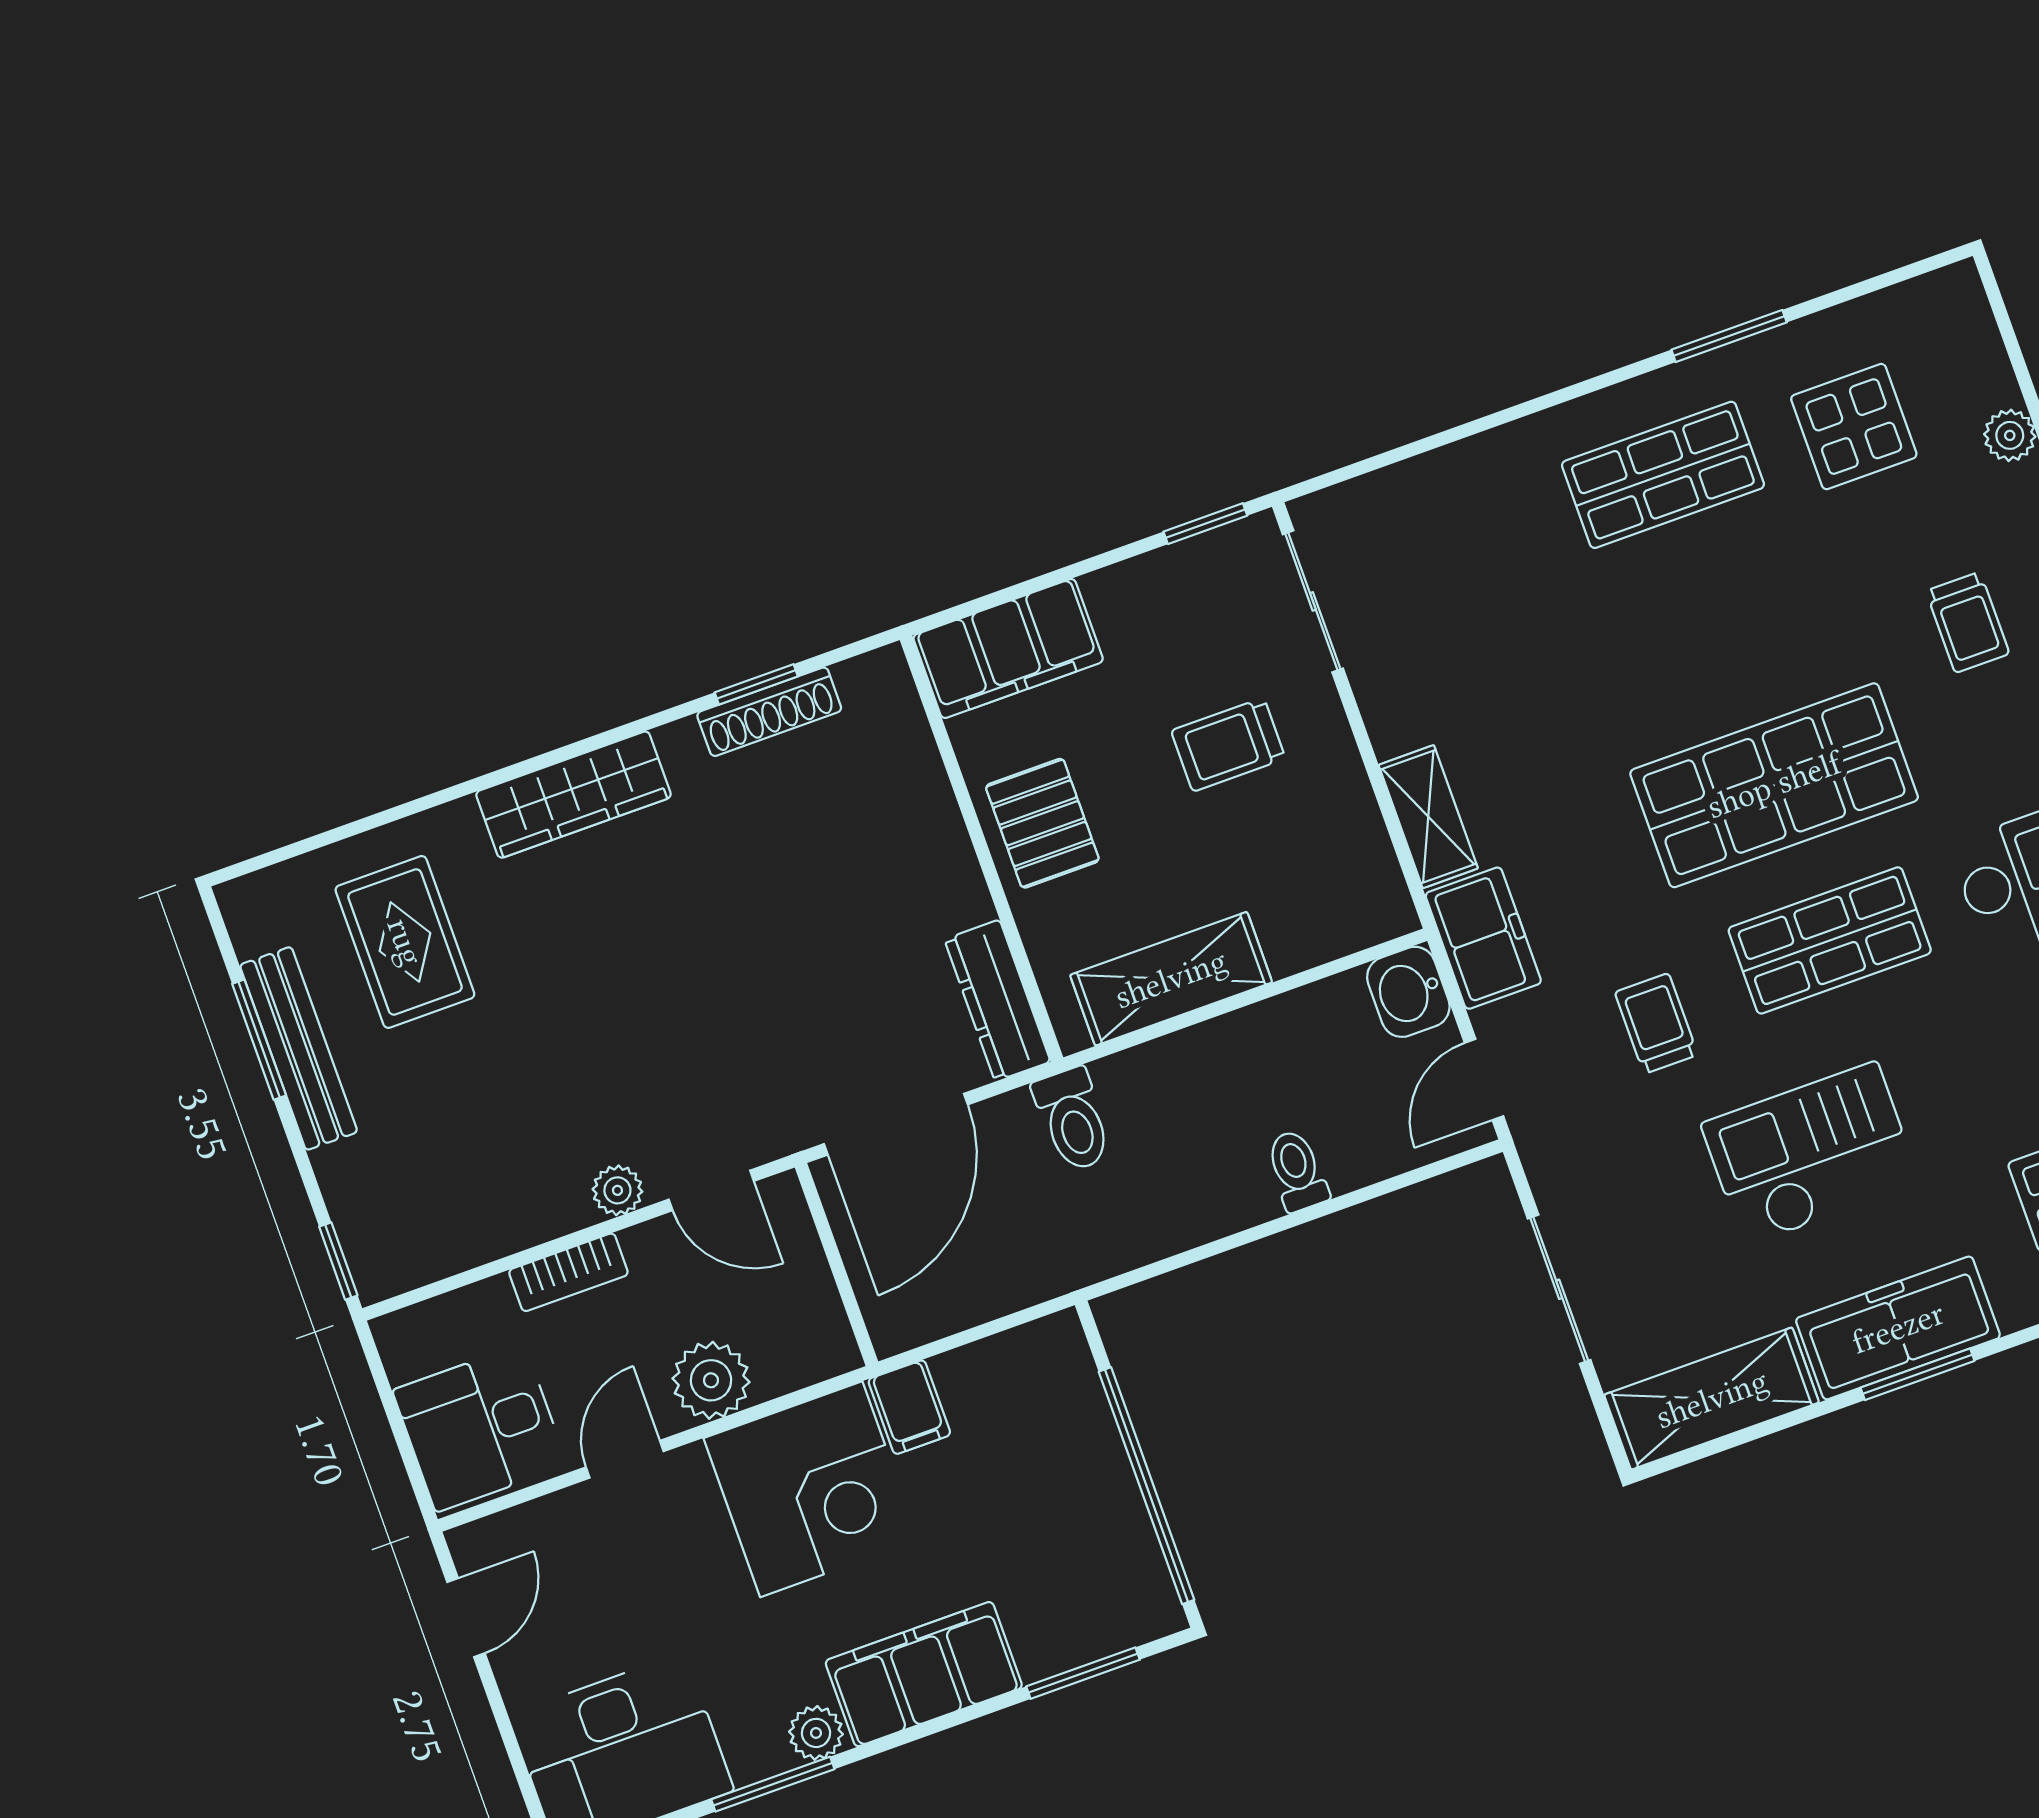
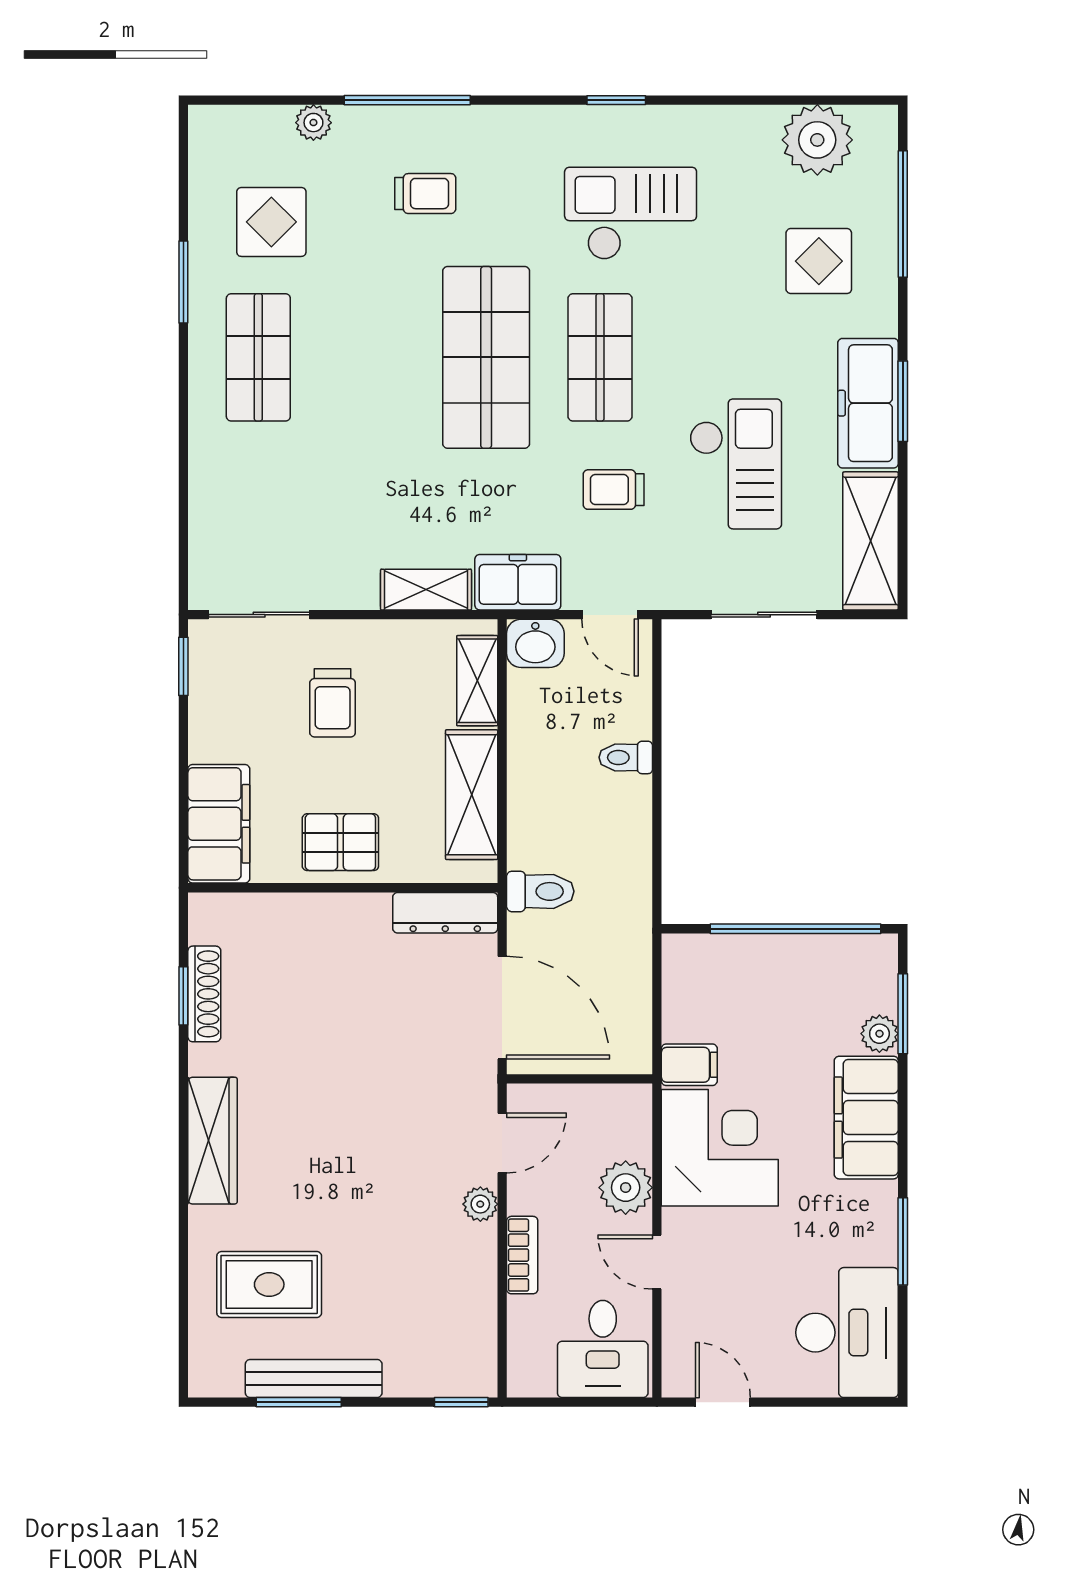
shelving: (1329, 931) -> (477, 681), added
checkout: (1811, 1154) -> (736, 464), moved, turned 180
plant: (816, 1733) -> (879, 1034), moved

